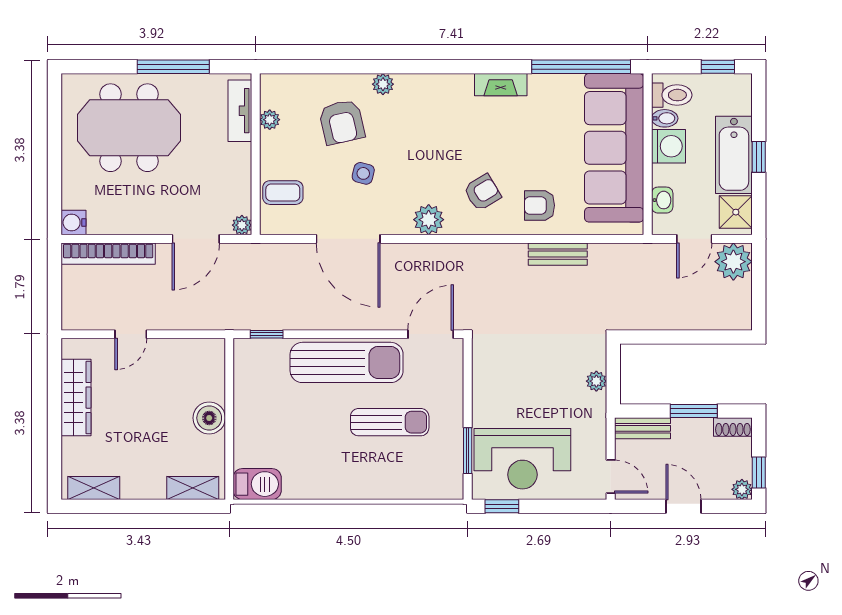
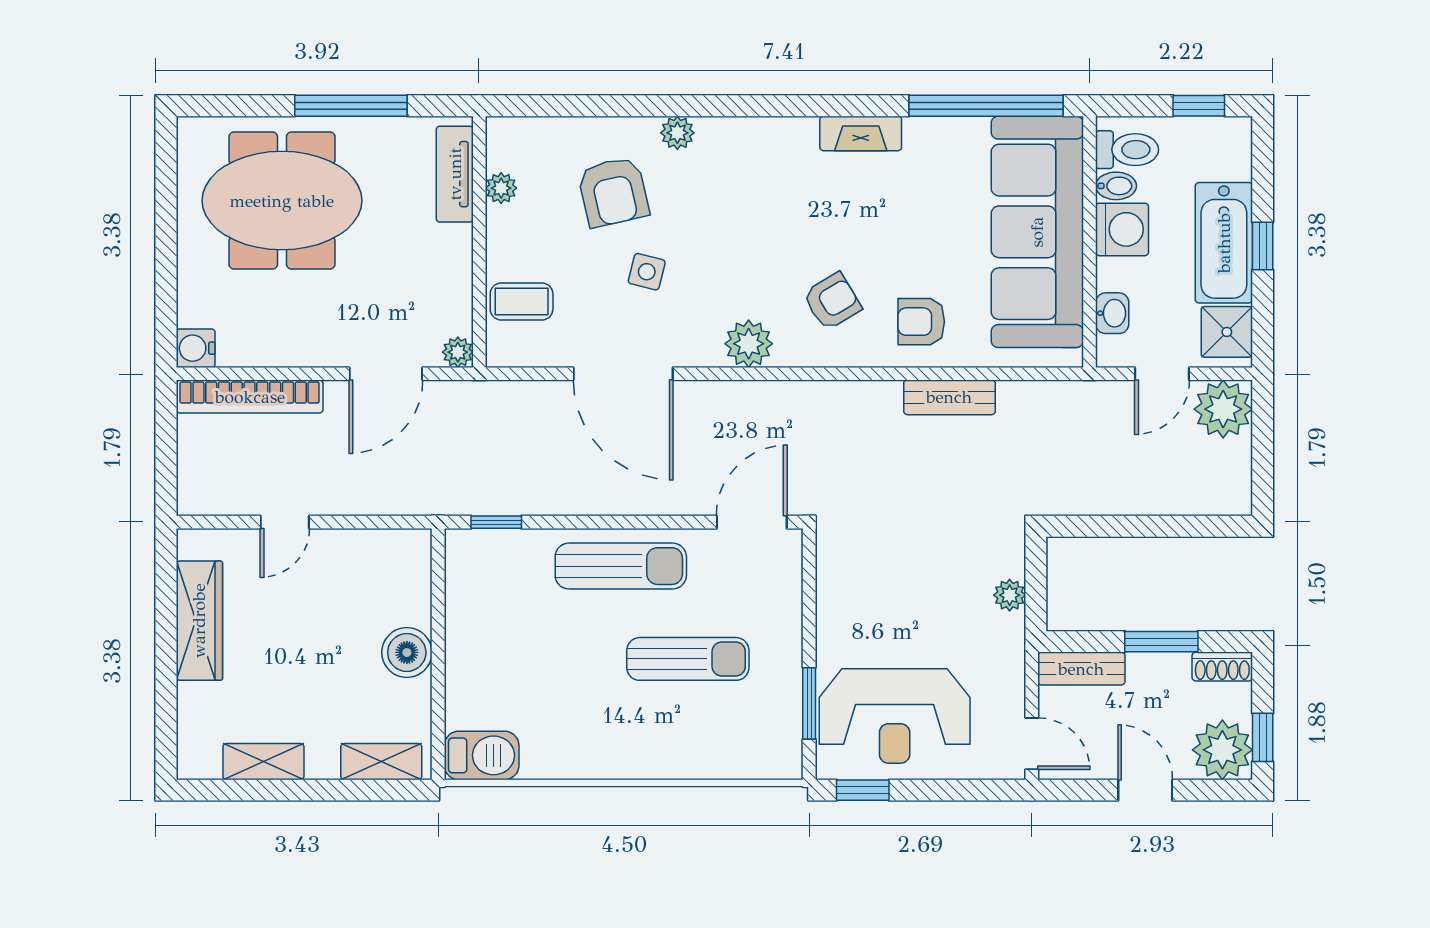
sun lounger: (347, 362) -> (621, 566), width x0.73, depth x0.75
shelving: (94, 488) -> (263, 762), moved
plant: (742, 489) -> (1222, 750), width x1.87, depth x1.87

